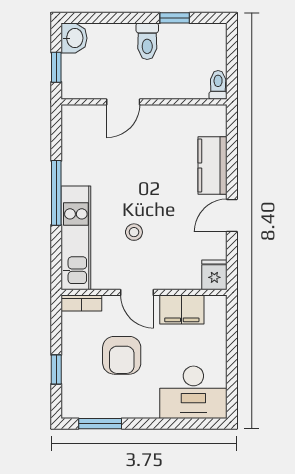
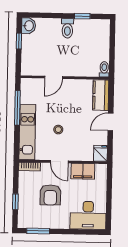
toilet: (218, 85) -> (104, 69), moved
door: (123, 102) -> (54, 77), moved
wall: (144, 102) -> (65, 78), moved

